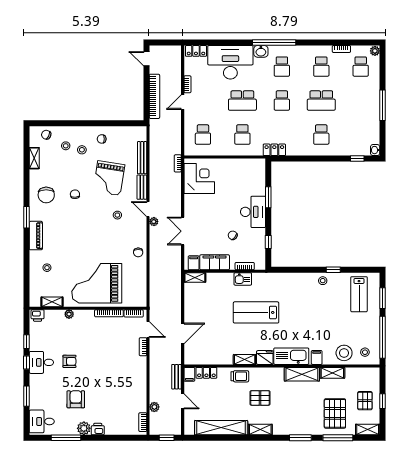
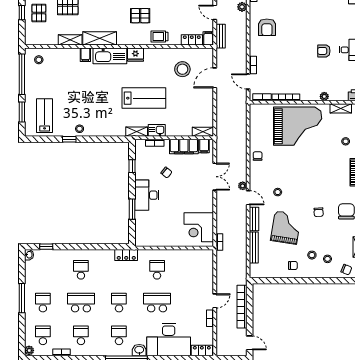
school desk: (203, 135) -> (43, 303), moved
stool: (344, 353) -> (182, 69), moved
shelving: (245, 360) -> (137, 132), moved
armchair: (76, 399) -> (267, 27), moved

